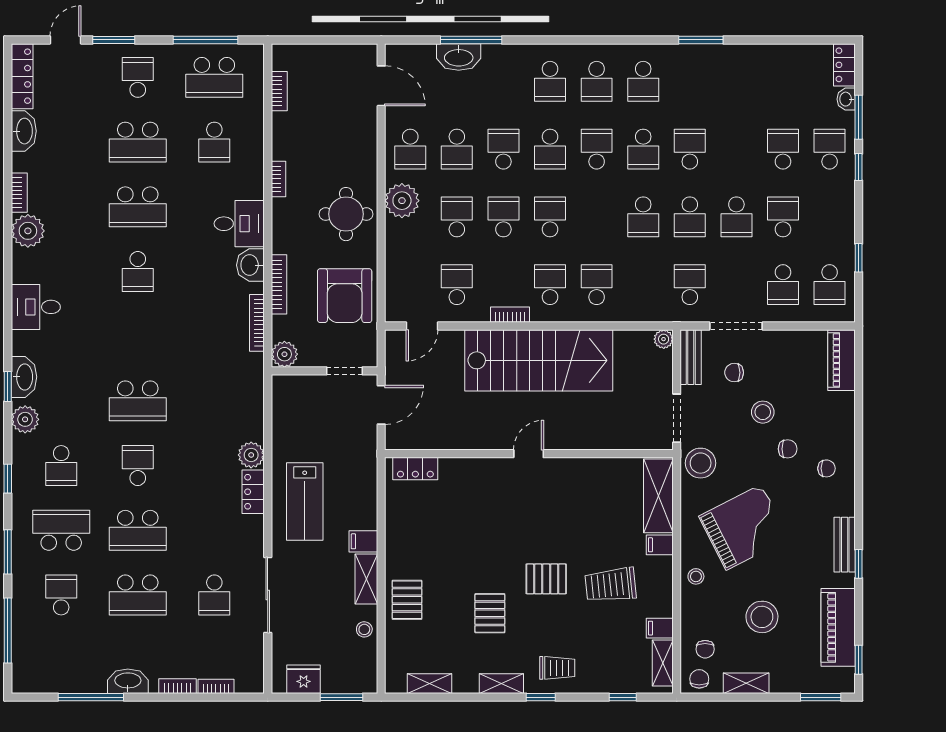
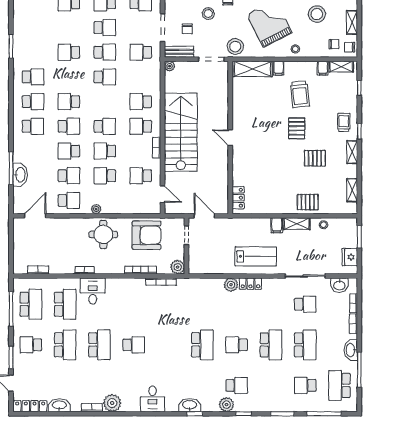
school desk: (214, 142) -> (65, 304), width x1.85
school desk: (643, 149) -> (69, 77), removed
plant: (402, 201) -> (96, 209), width x0.53, depth x0.53
school desk: (550, 217) -> (105, 126), turned 180
desk: (239, 224) -> (93, 291), moved
washbasin: (250, 265) -> (339, 285), moved
plant: (25, 419) -> (226, 405), moved
school desk: (61, 530) -> (339, 385), moved

